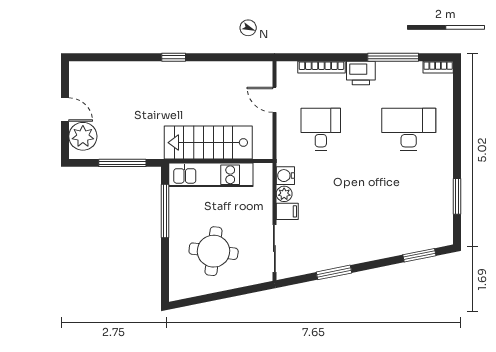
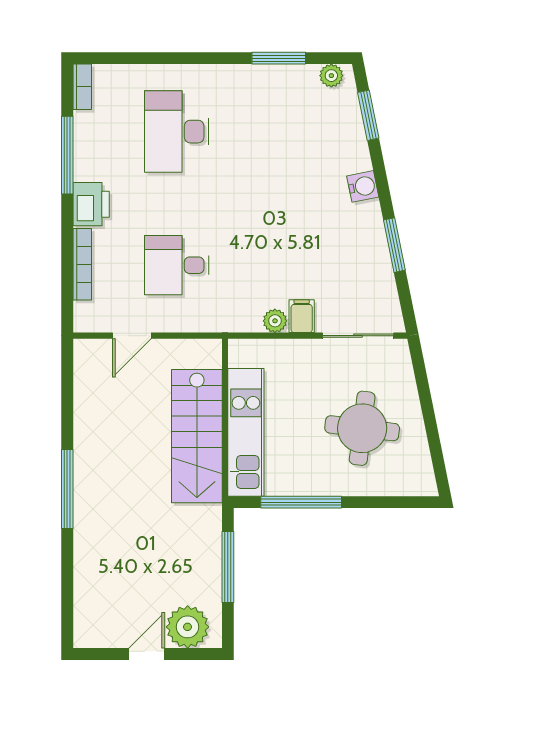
window: (174, 57) -> (67, 489), width x2.17
water cooler: (285, 176) -> (363, 186), moved, turned -101
plant: (445, 231) -> (331, 76), added

